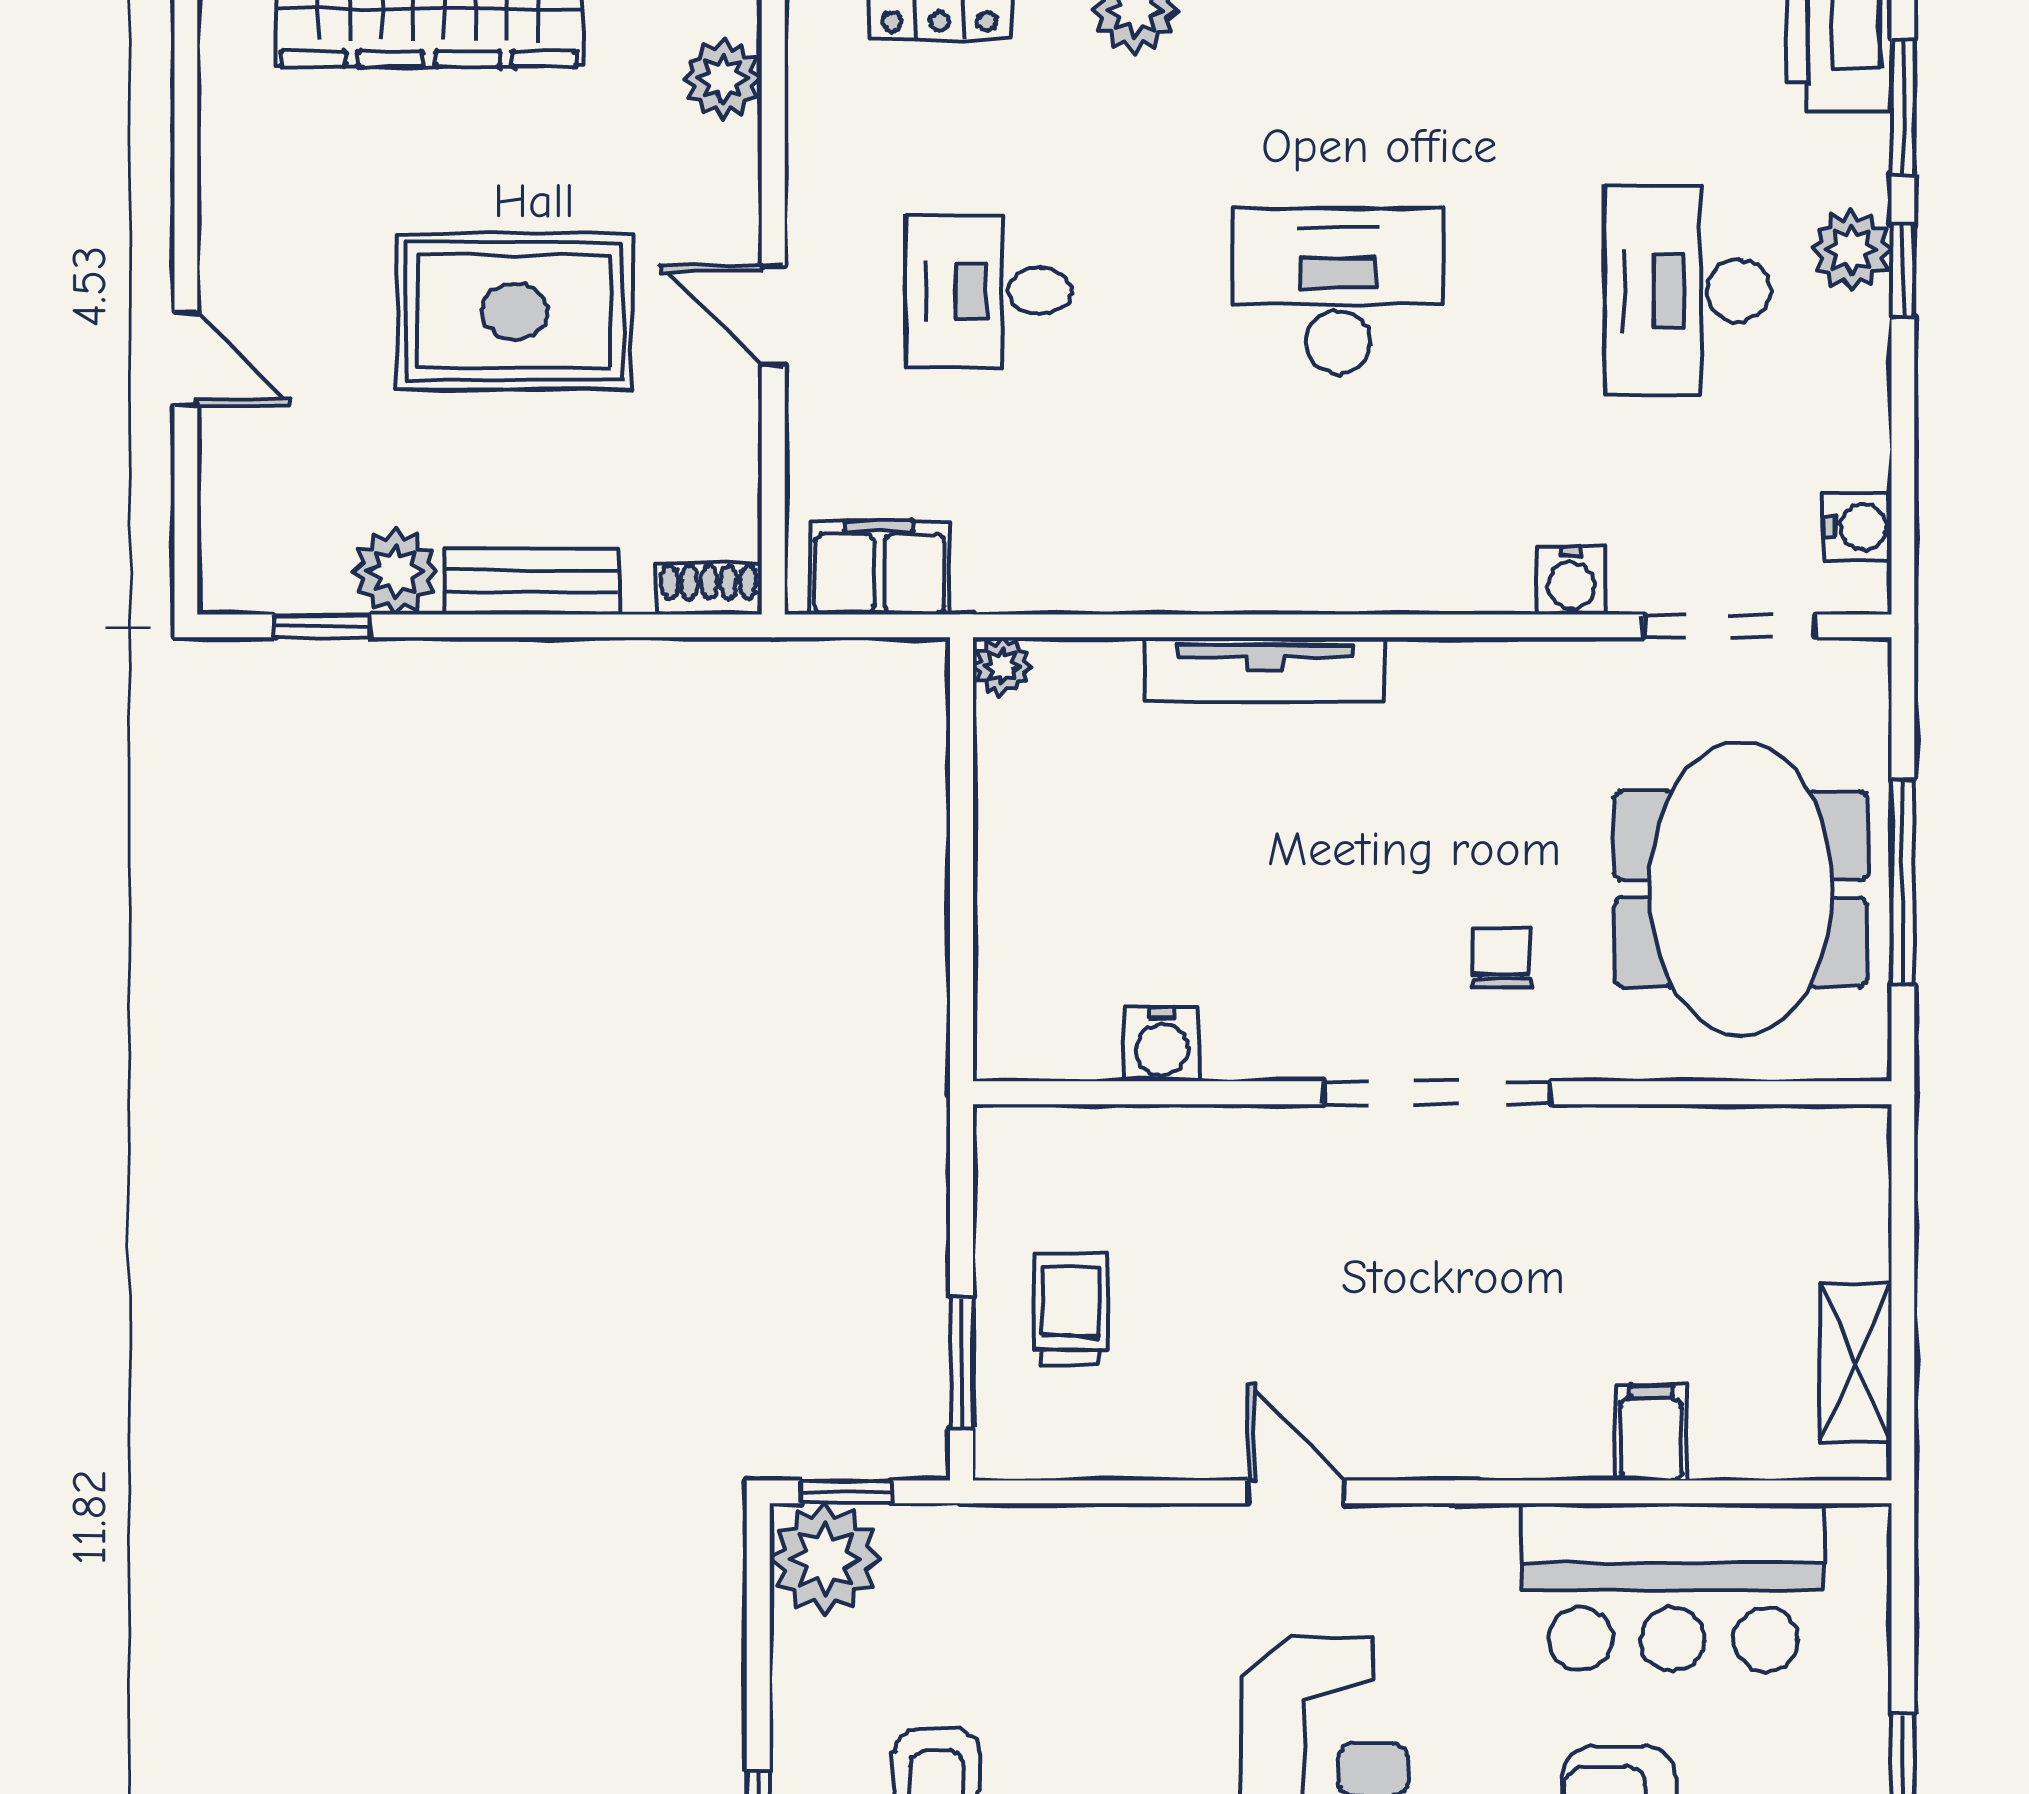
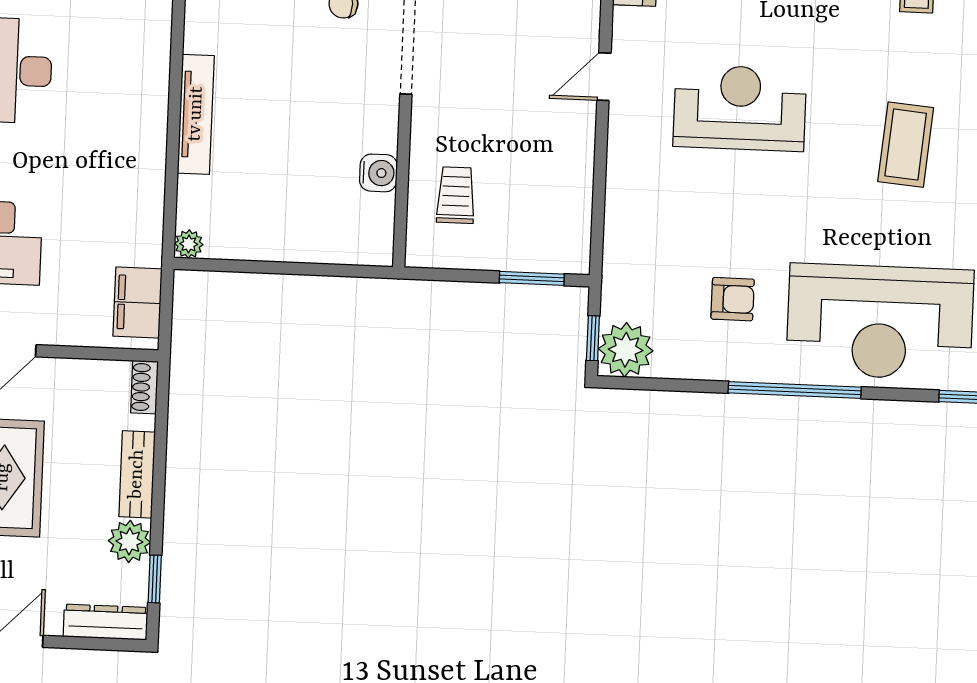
dresser: (230, 530) -> (105, 622), added
trolley: (1071, 1309) -> (456, 195), moved, turned 90
door: (1297, 1492) -> (604, 77), moved

